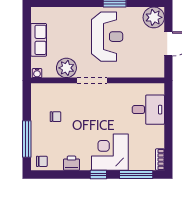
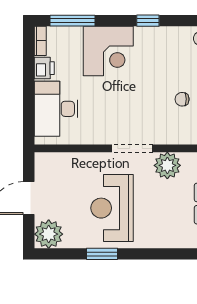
desk: (148, 110) -> (56, 109), width x1.37
printer: (72, 163) -> (44, 68), moved, turned -90
window: (98, 174) -> (148, 21), moved

